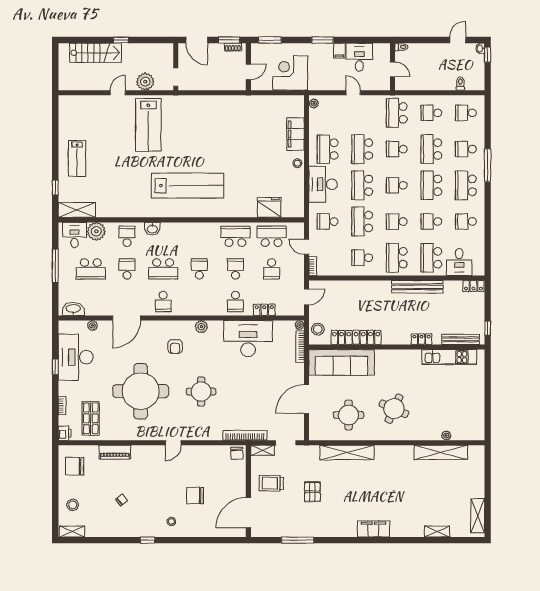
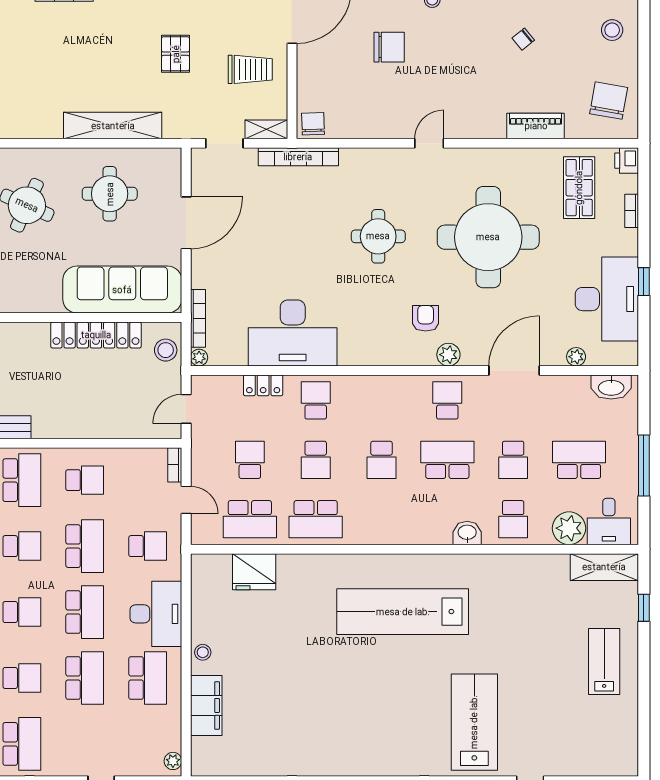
plant: (201, 327) -> (448, 355), moved
chair: (75, 466) -> (609, 101), turned -80

